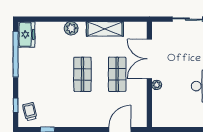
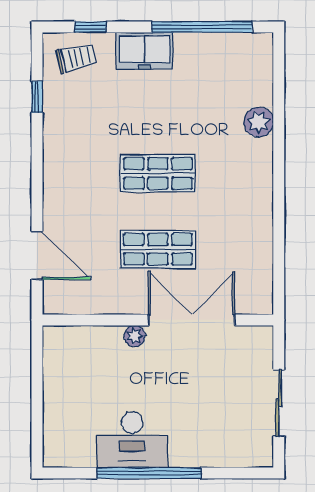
plant: (71, 28) -> (259, 122), moved
shelving: (105, 29) -> (257, 223), removed
freezer: (26, 34) -> (145, 51), moved

